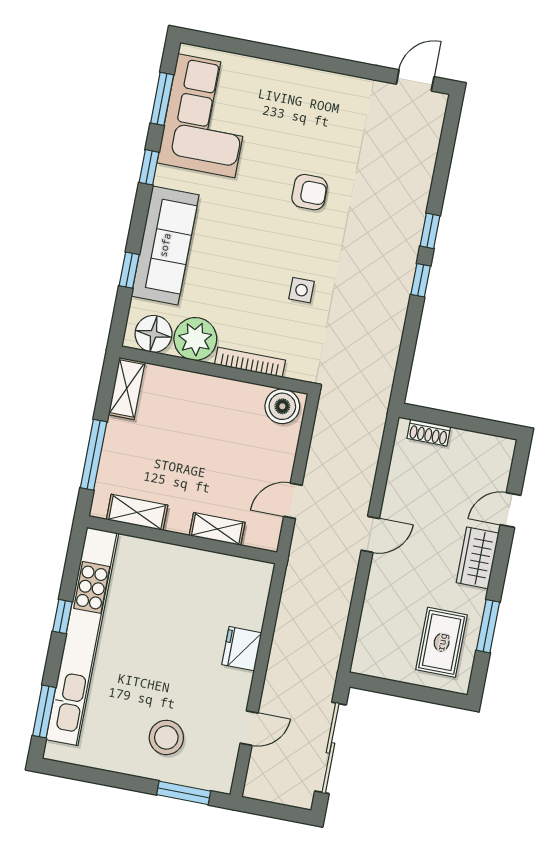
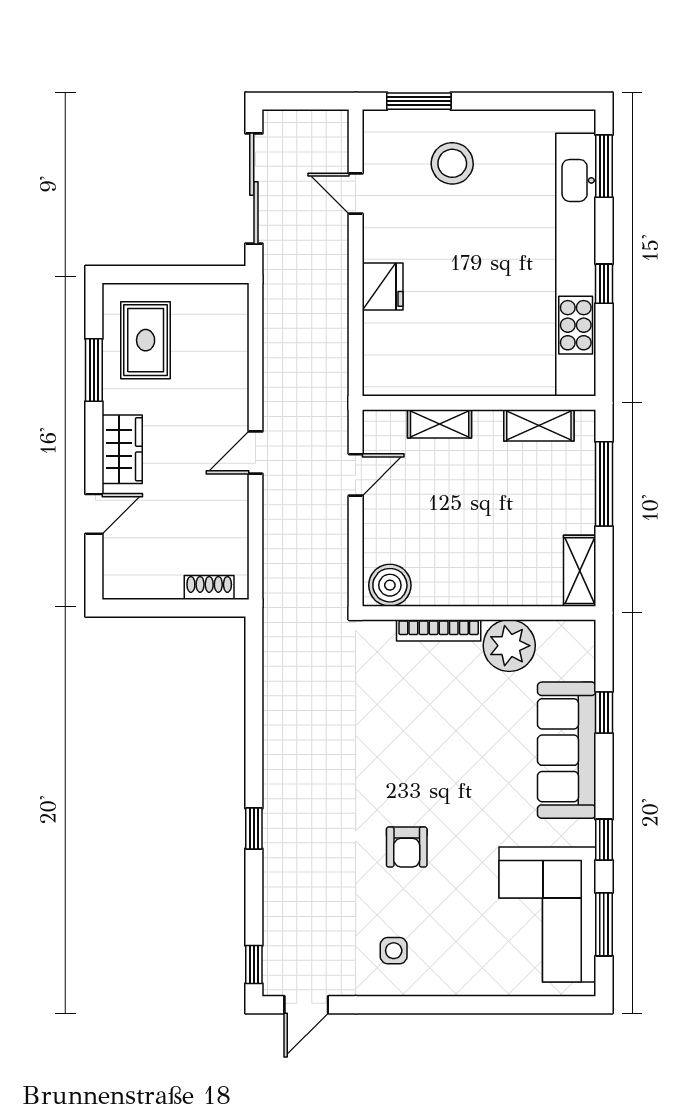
armchair: (310, 192) -> (407, 847), turned -90
window: (421, 280) -> (254, 965), moved
side table: (301, 290) -> (394, 951), moved
floor lamp: (154, 334) -> (560, 642), removed
door: (249, 728) -> (356, 193), hinge flipped

